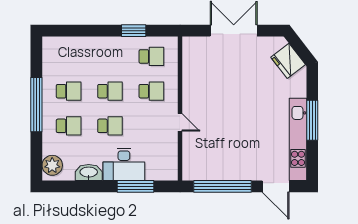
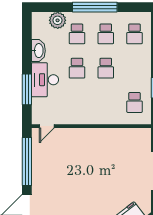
school desk: (151, 91) -> (135, 34), moved
door: (180, 122) -> (47, 126), moved
plant: (52, 165) -> (58, 20), moved

